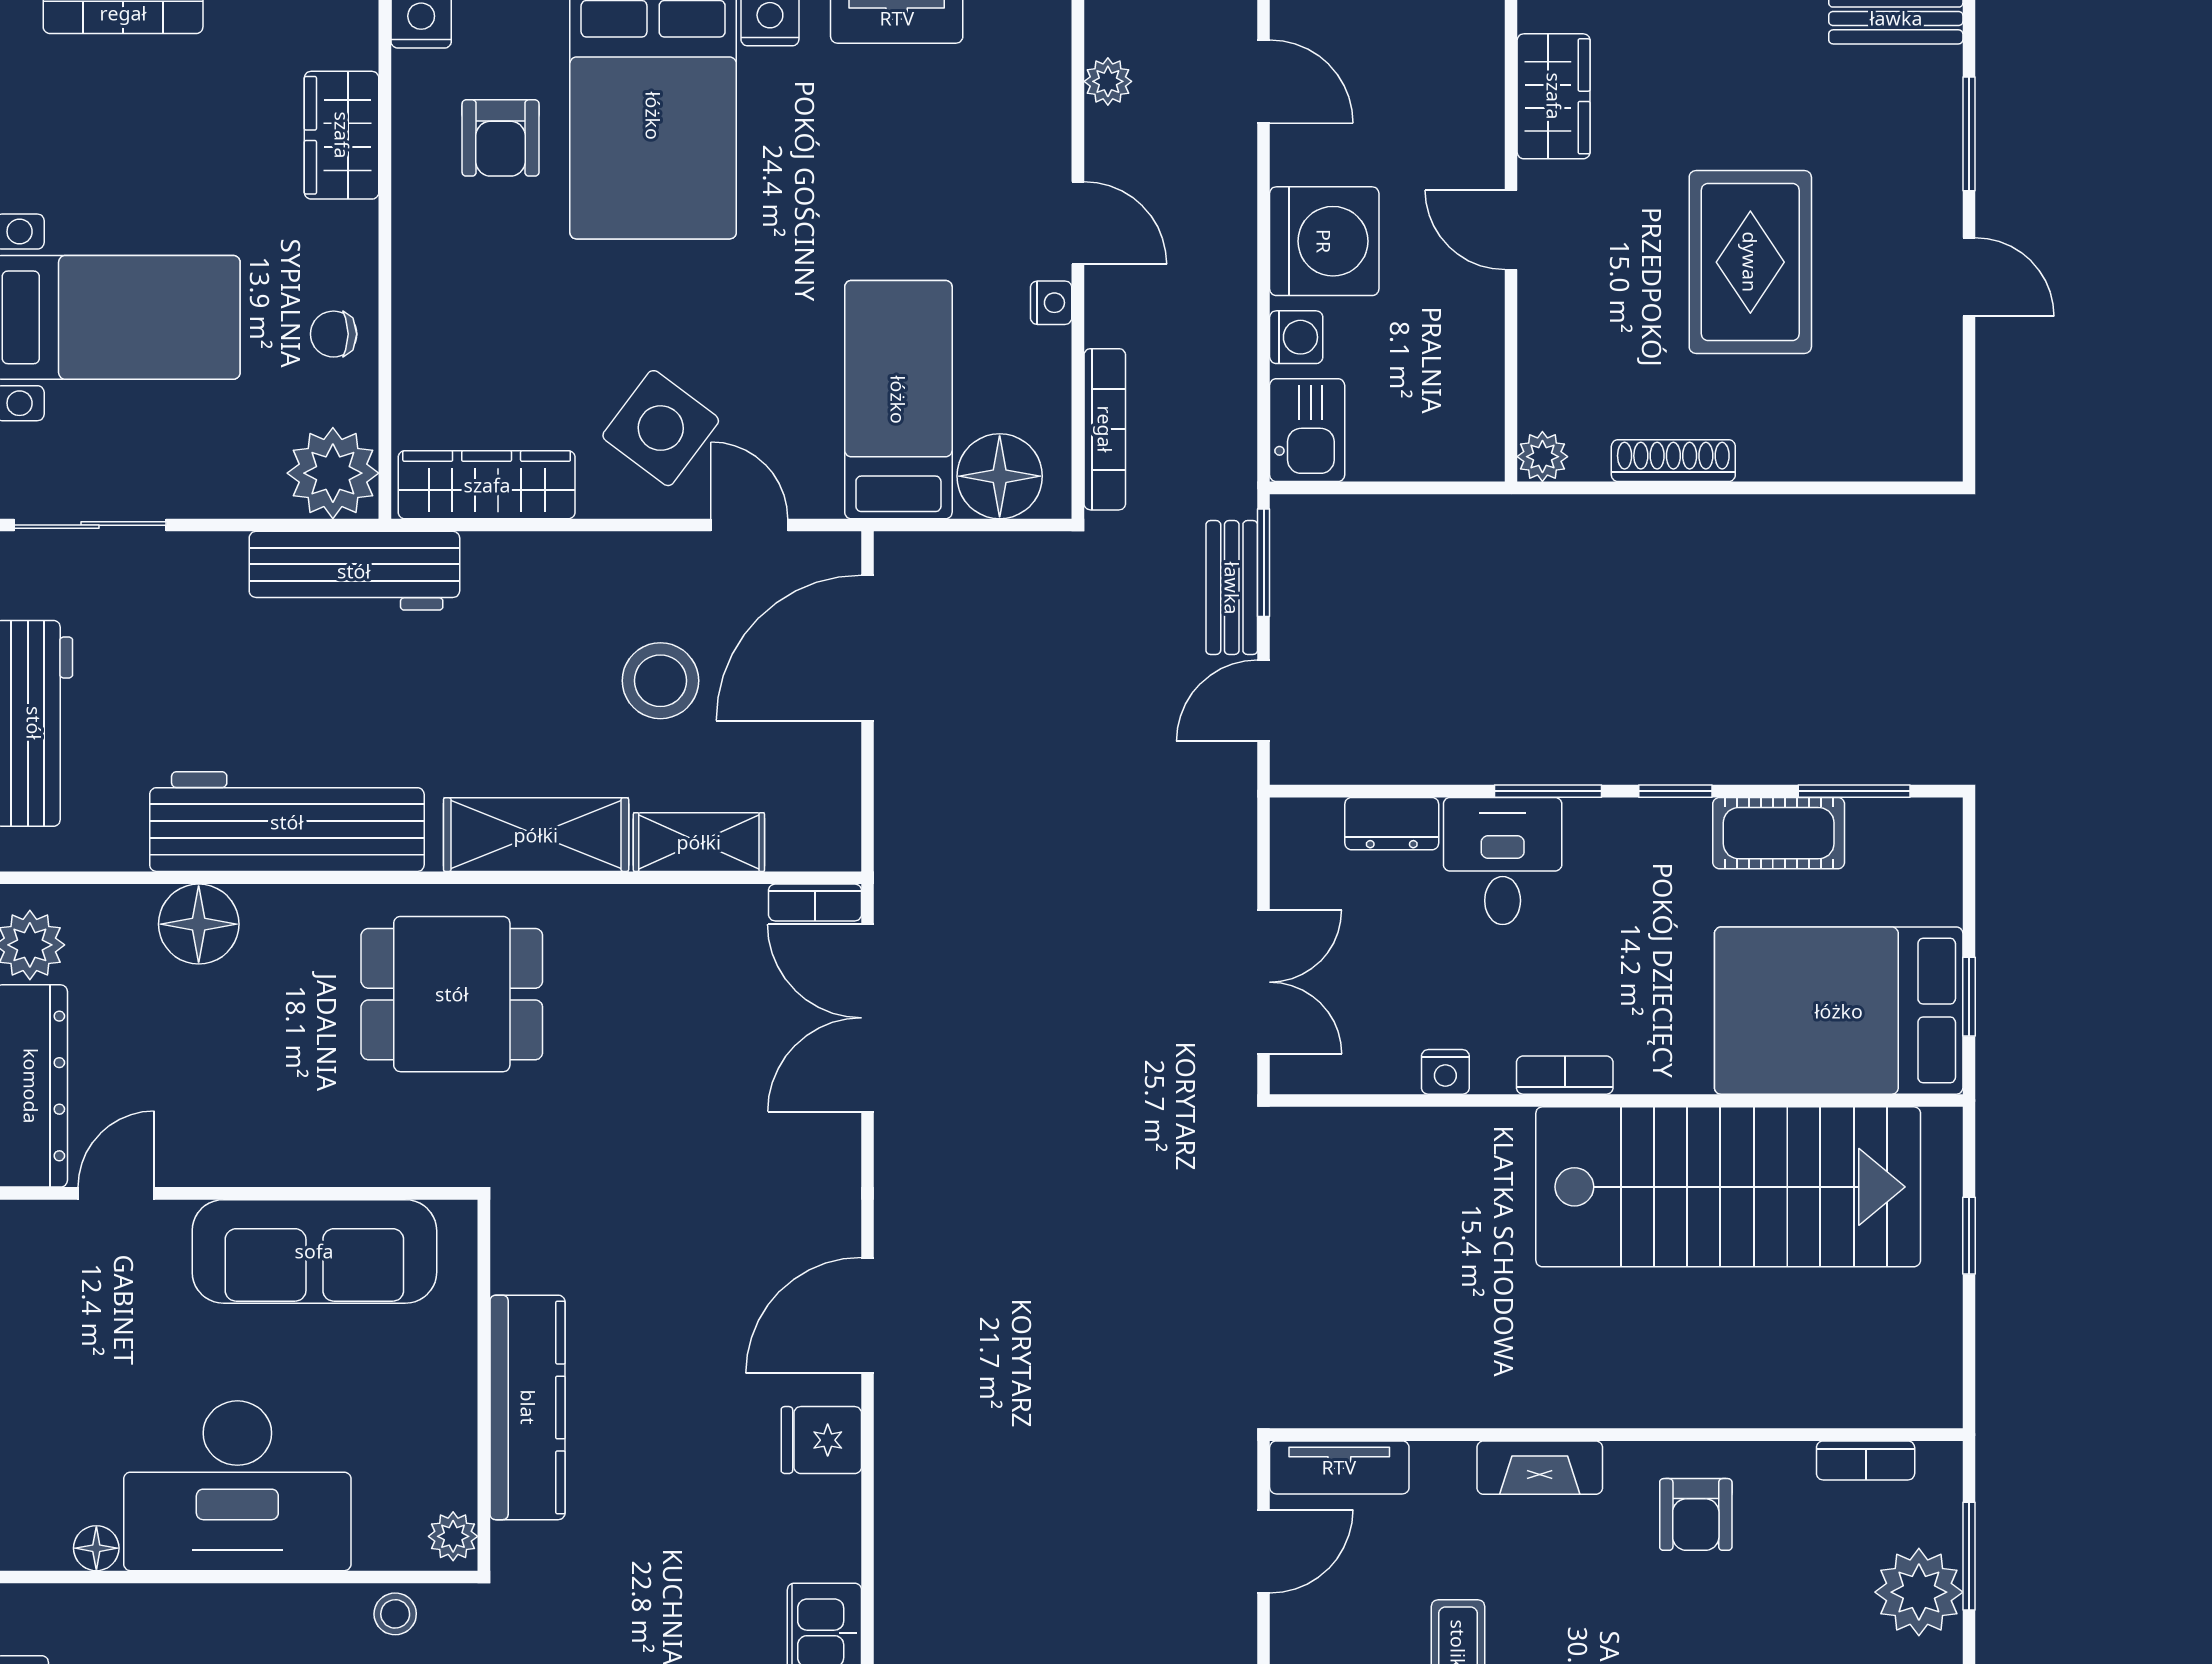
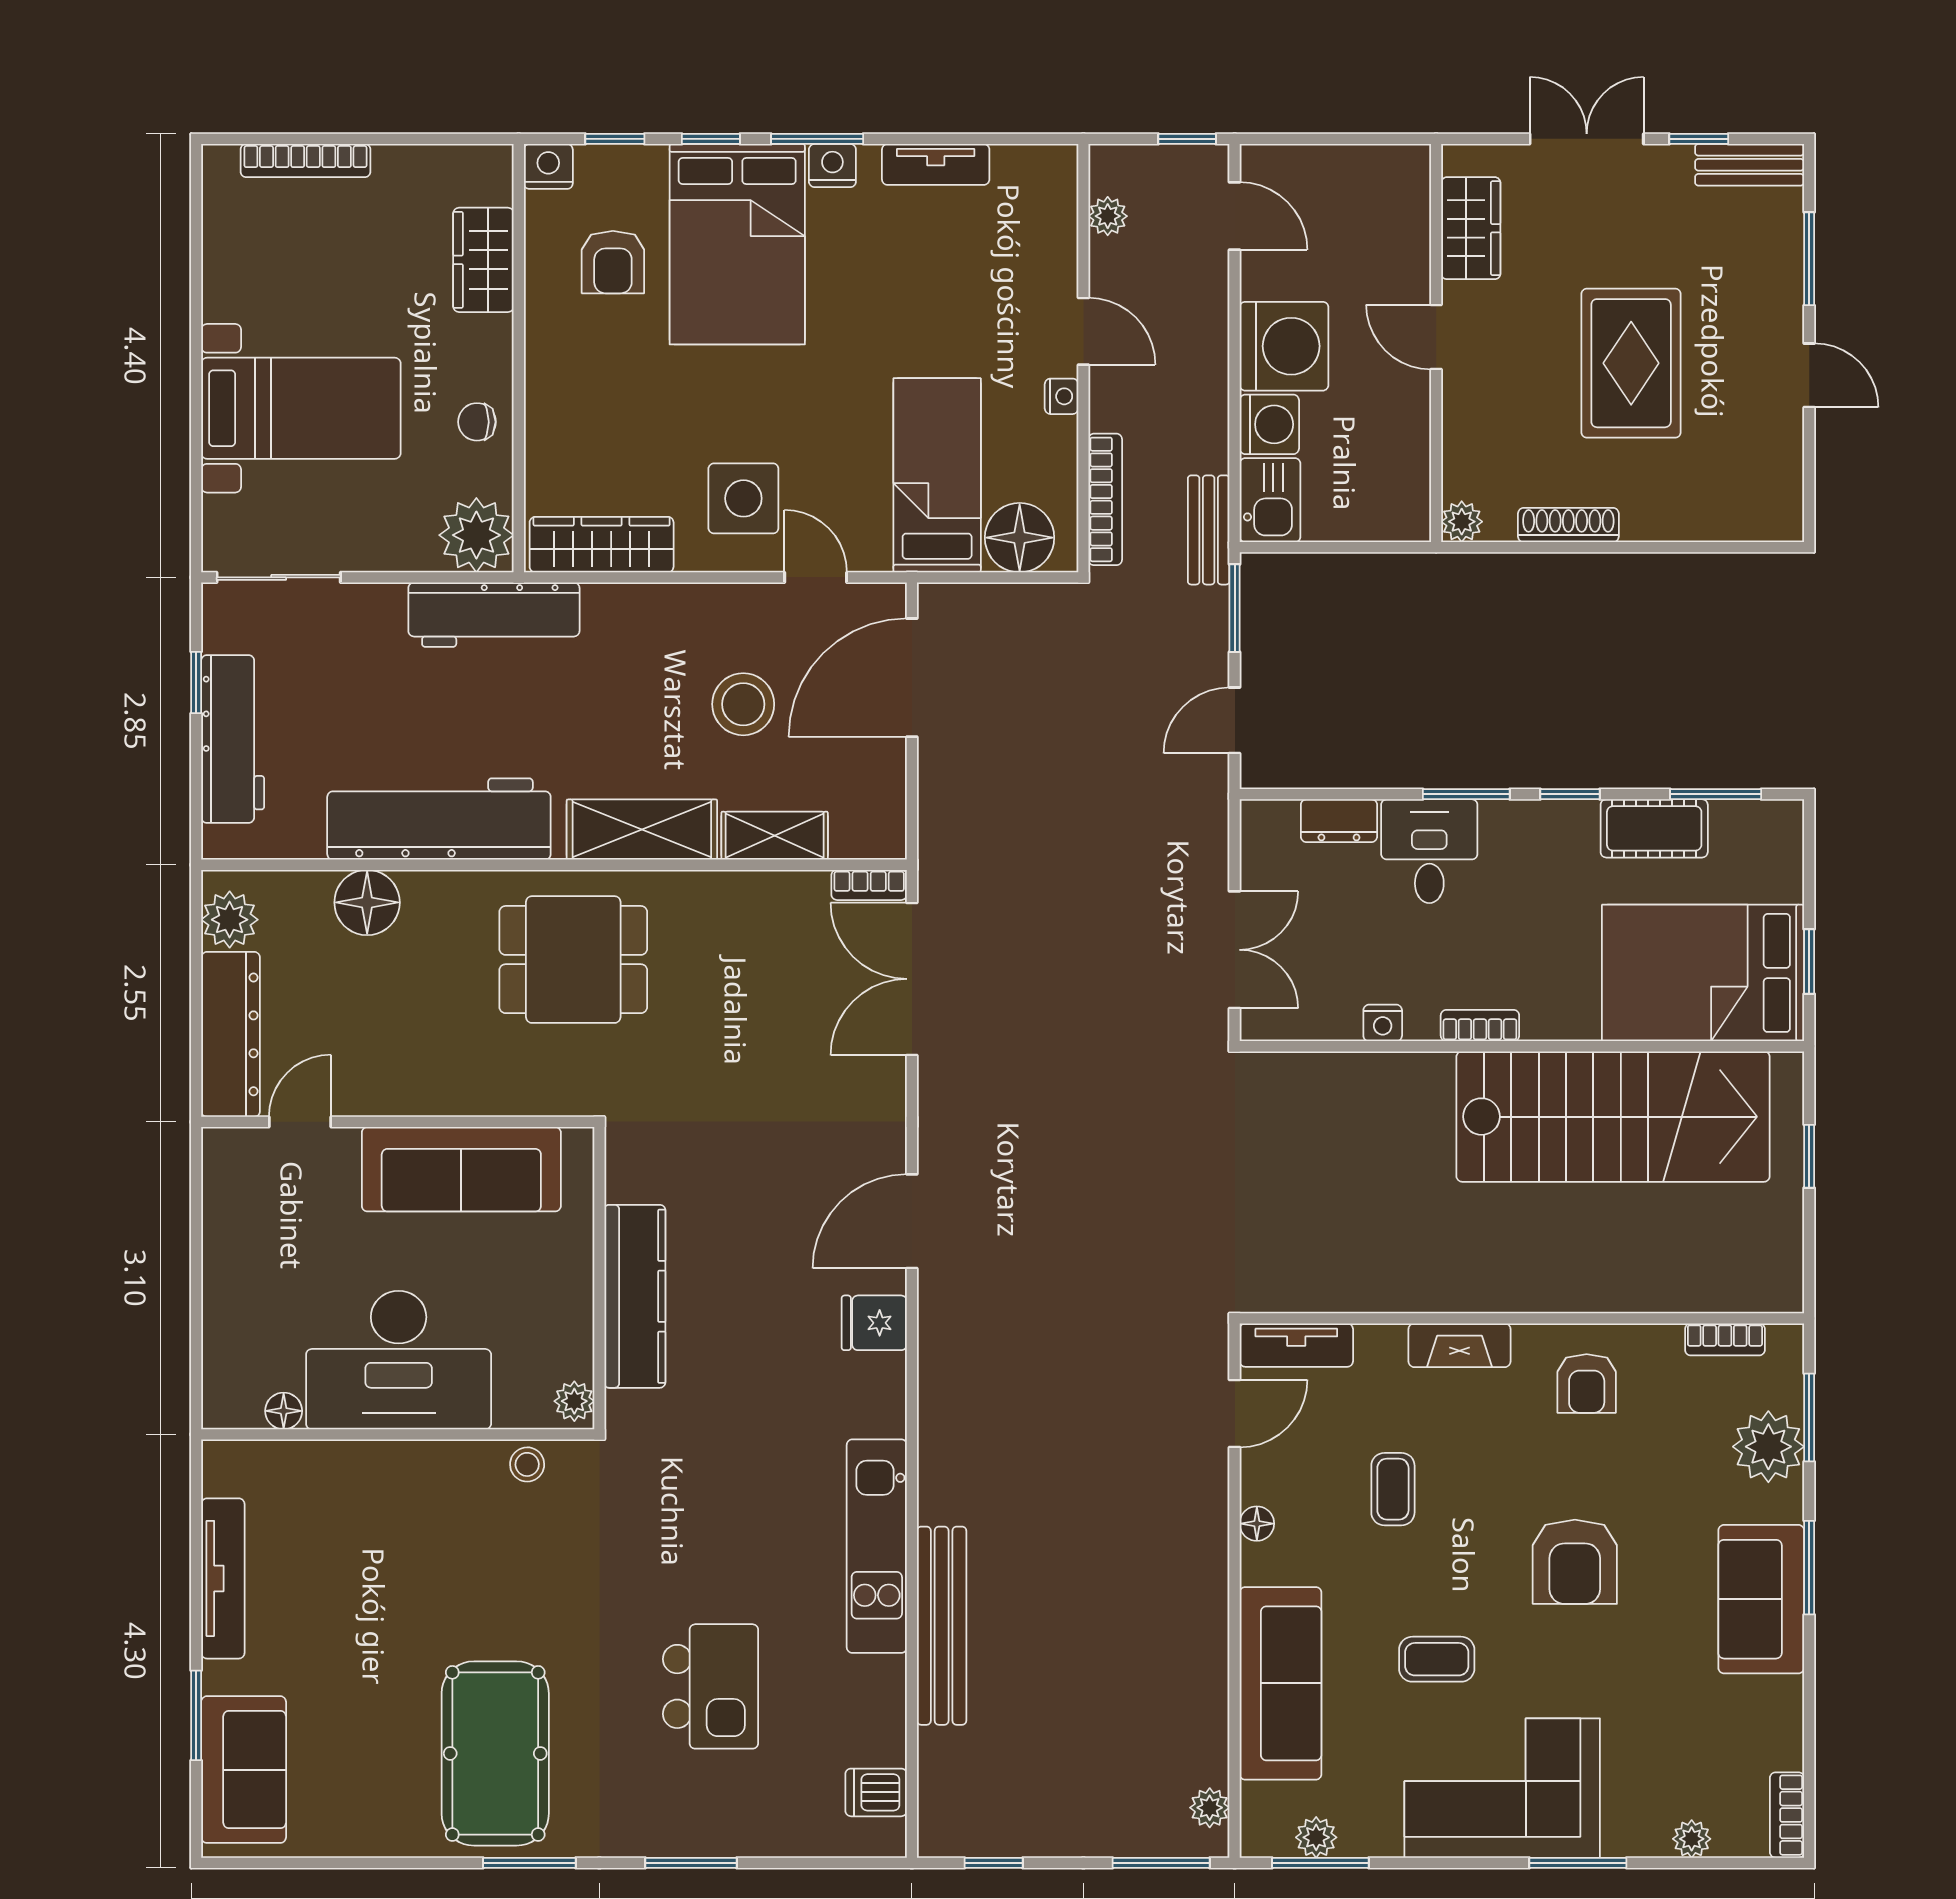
washing machine: (1296, 337) -> (1269, 424), width x1.38, depth x1.38
side table: (661, 428) -> (743, 498), turned -37
bench: (1232, 588) -> (1209, 530), moved

